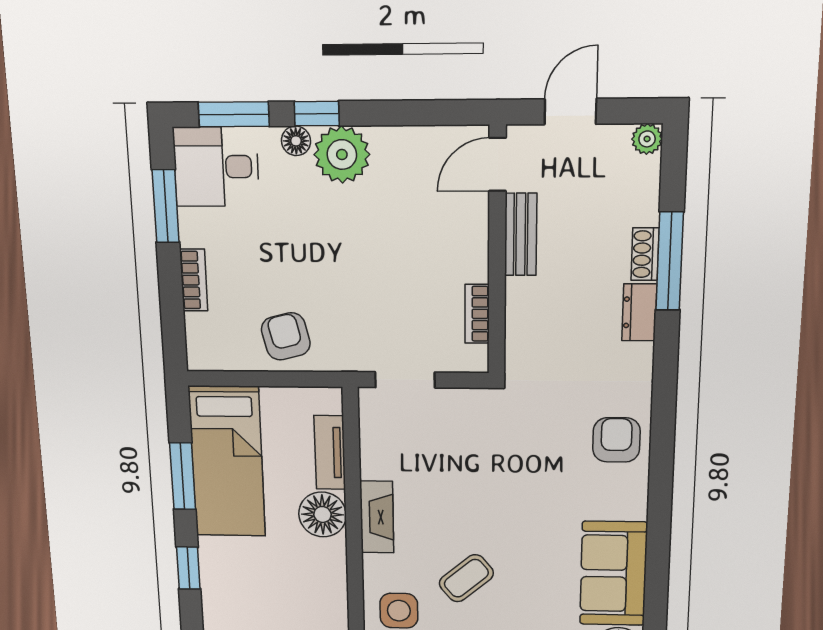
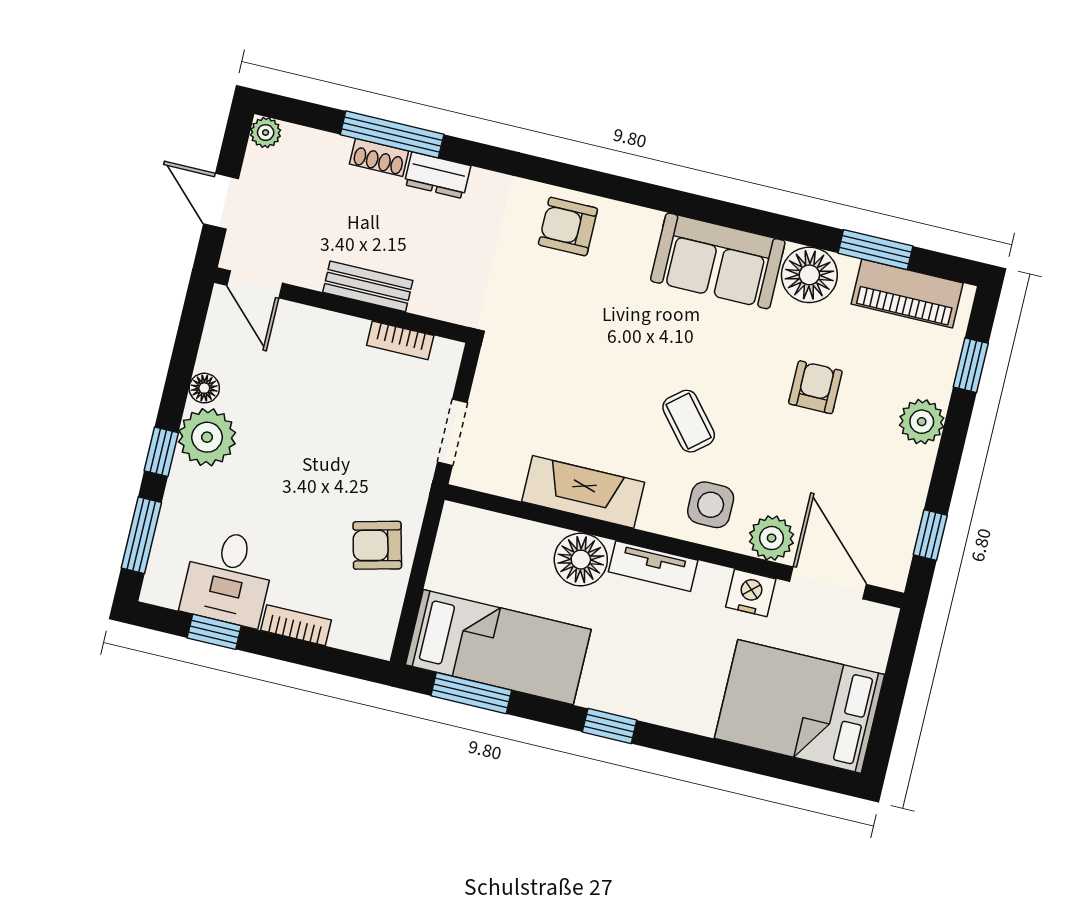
floor lamp: (296, 141) -> (204, 388), moved
desk: (216, 167) -> (228, 578), moved
window: (166, 206) -> (214, 632), width x0.67
bench: (521, 234) -> (368, 286), moved
tv unit: (330, 453) -> (653, 566), moved
window: (183, 476) -> (471, 693), moved
fireplace: (377, 517) -> (583, 492), width x1.37, depth x1.32

